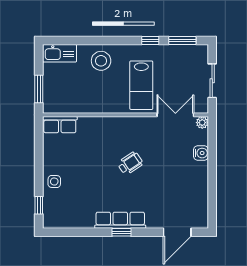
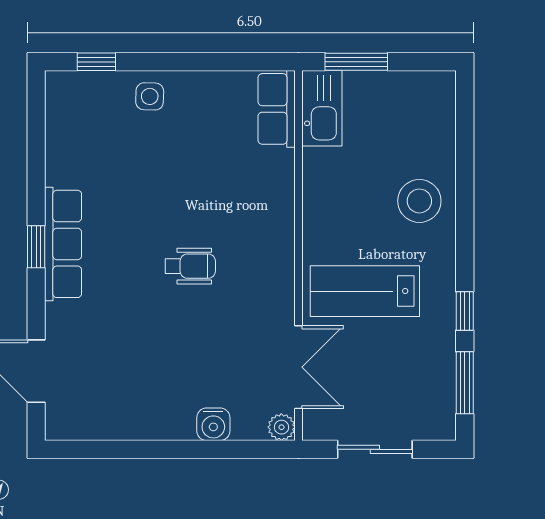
kitchen sink: (60, 53) -> (322, 108), moved, turned 180
wheelchair: (130, 163) -> (190, 266), turned -56

